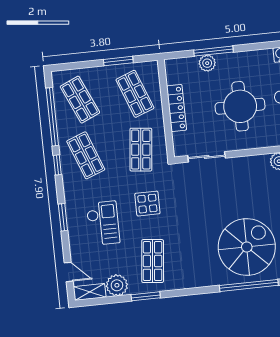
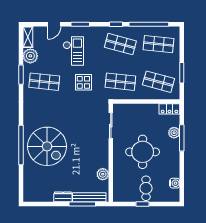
shop shelf: (135, 94) -> (158, 82), turned 36
shop shelf: (80, 100) -> (158, 44), turned 30
locker: (177, 108) -> (169, 109), moved, width x0.66
shop shelf: (86, 155) -> (120, 44), turned 36
checkout: (103, 223) -> (73, 51), turned -90
door: (69, 272) -> (54, 24), moved

